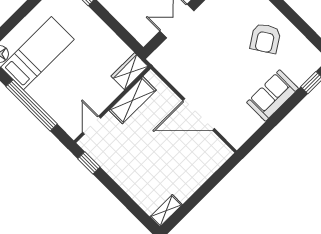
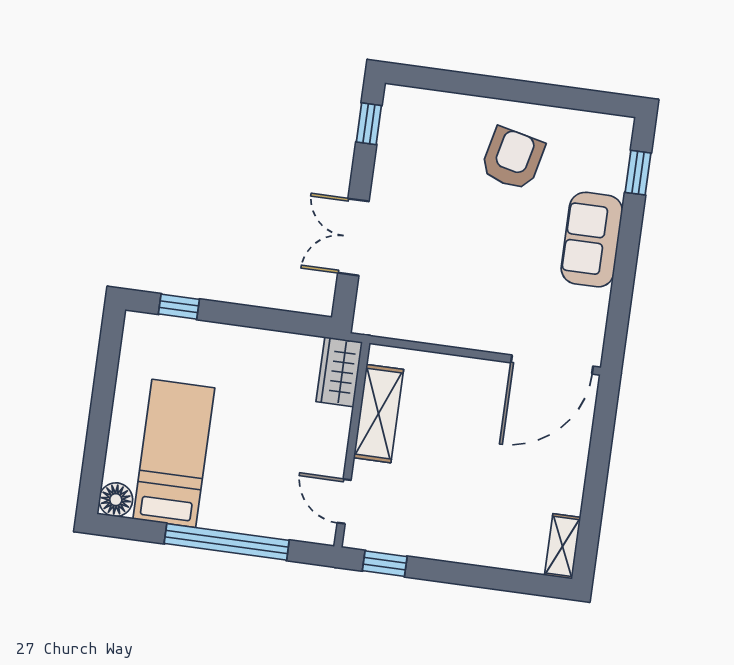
armchair: (265, 38) -> (513, 159), turned -134
door: (199, 114) -> (552, 365), moved

